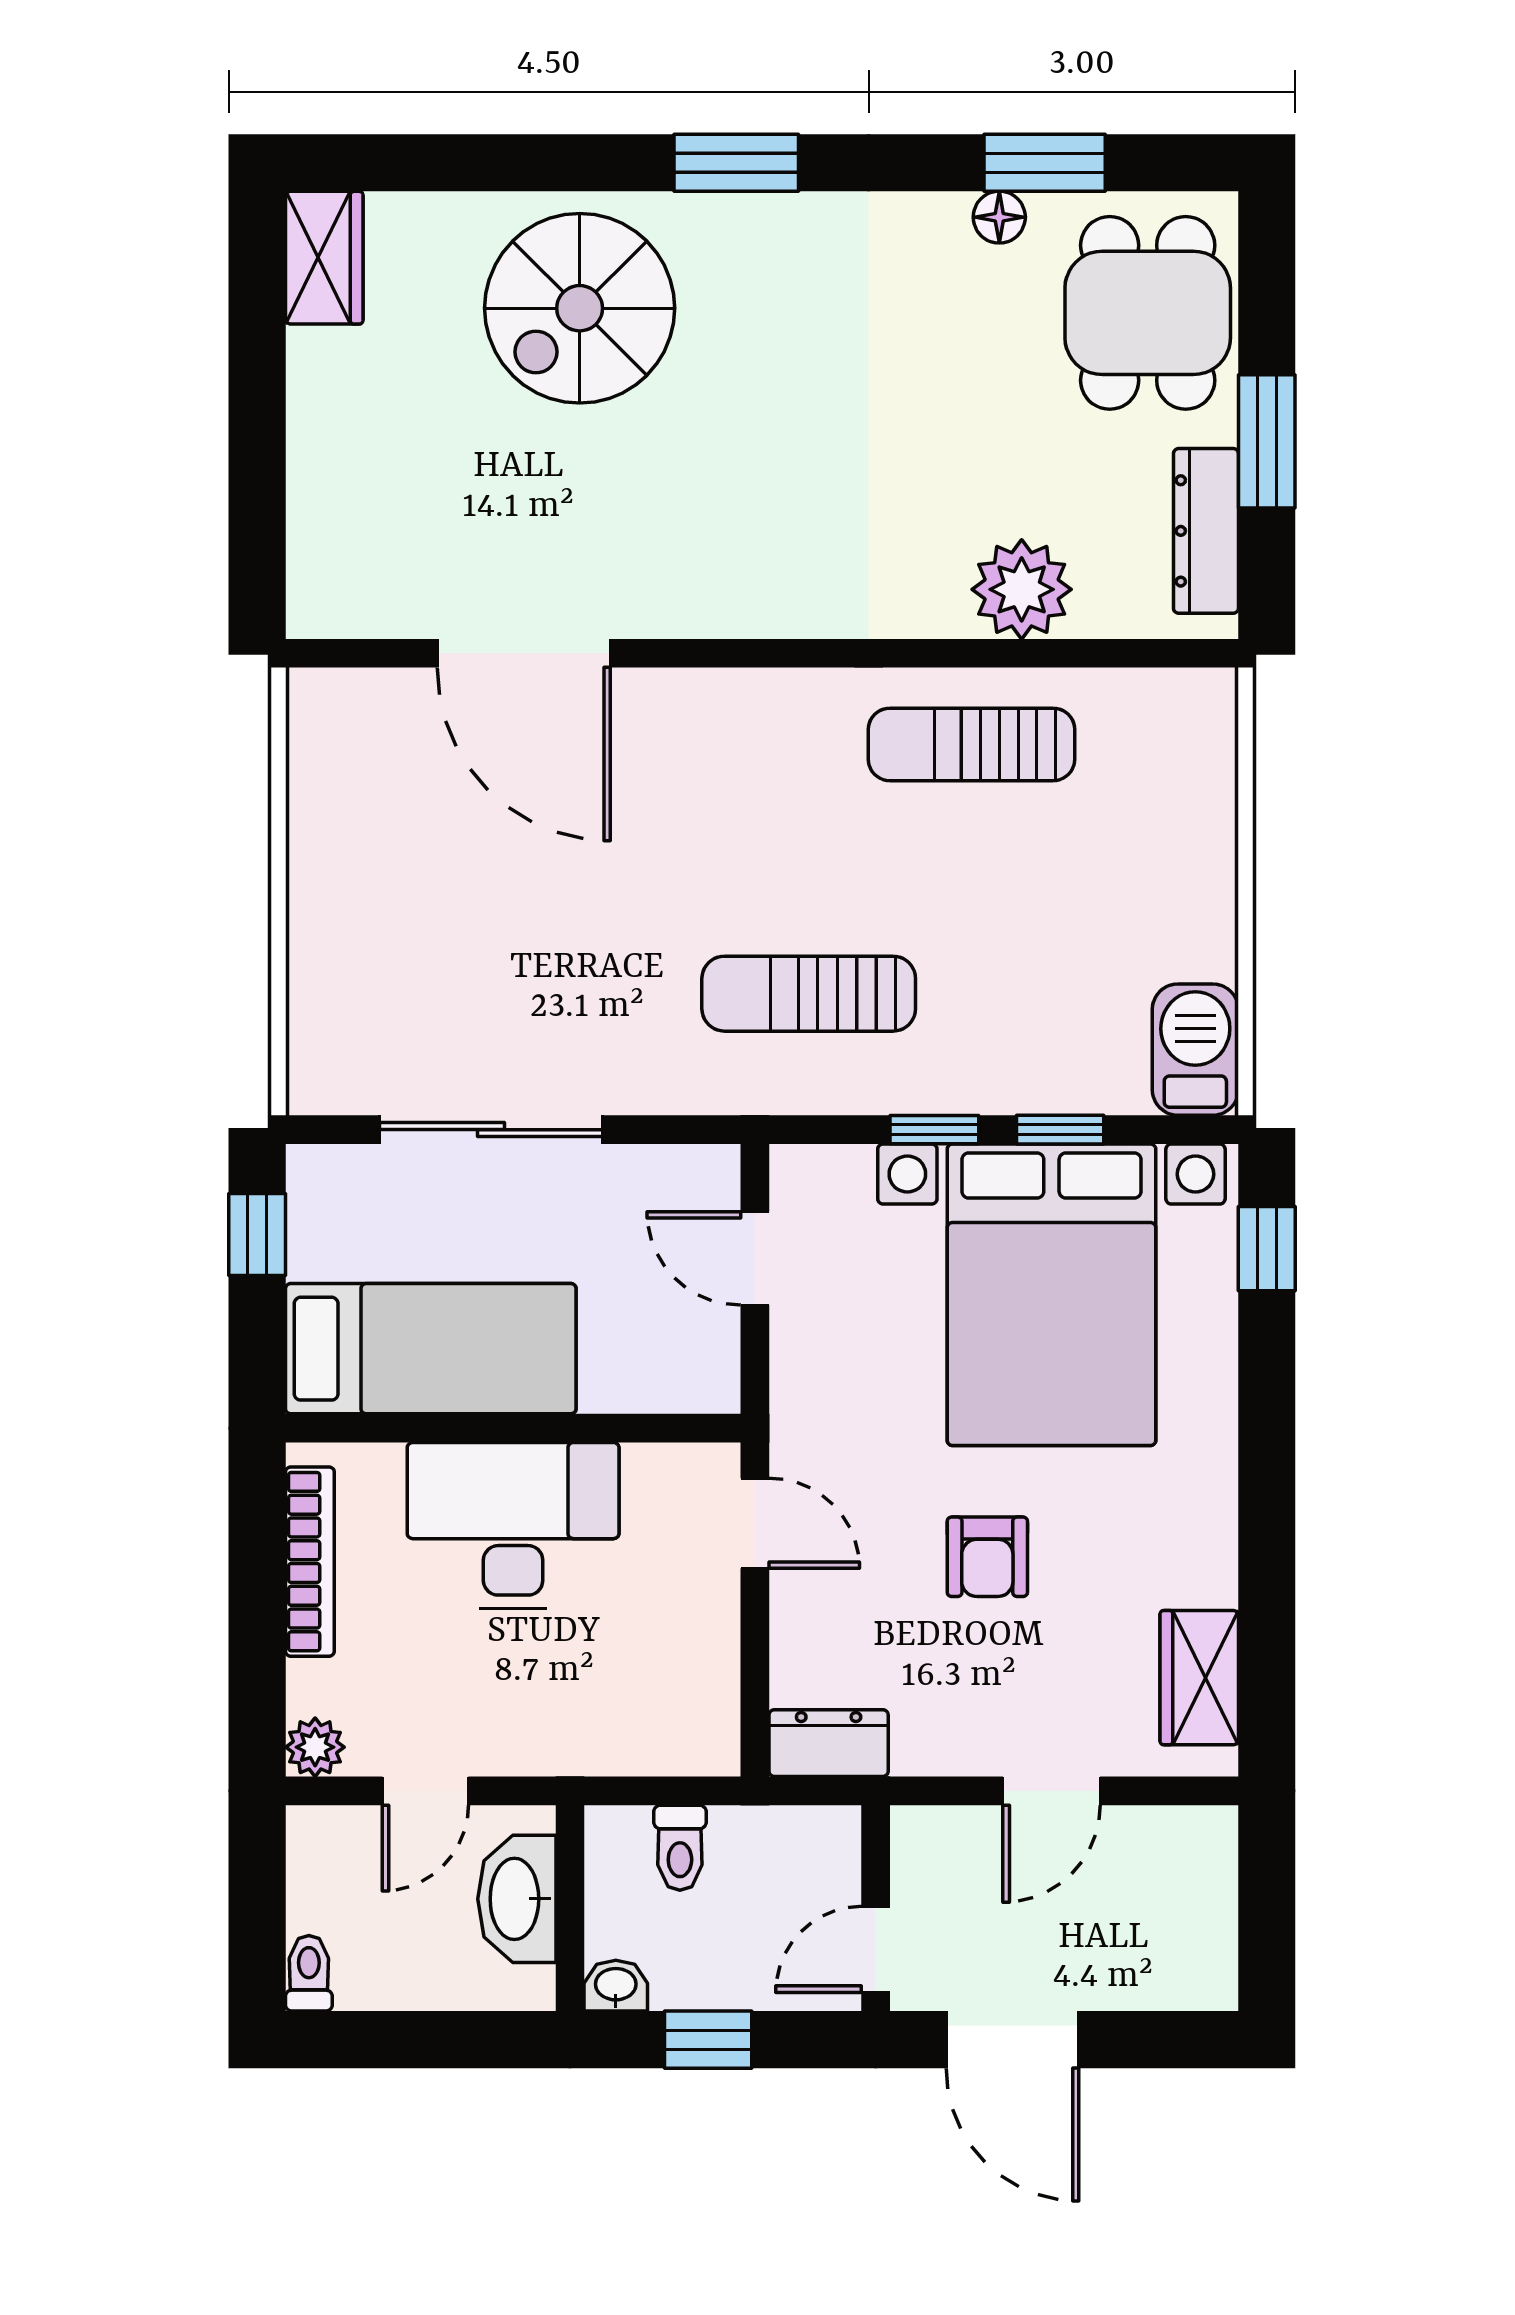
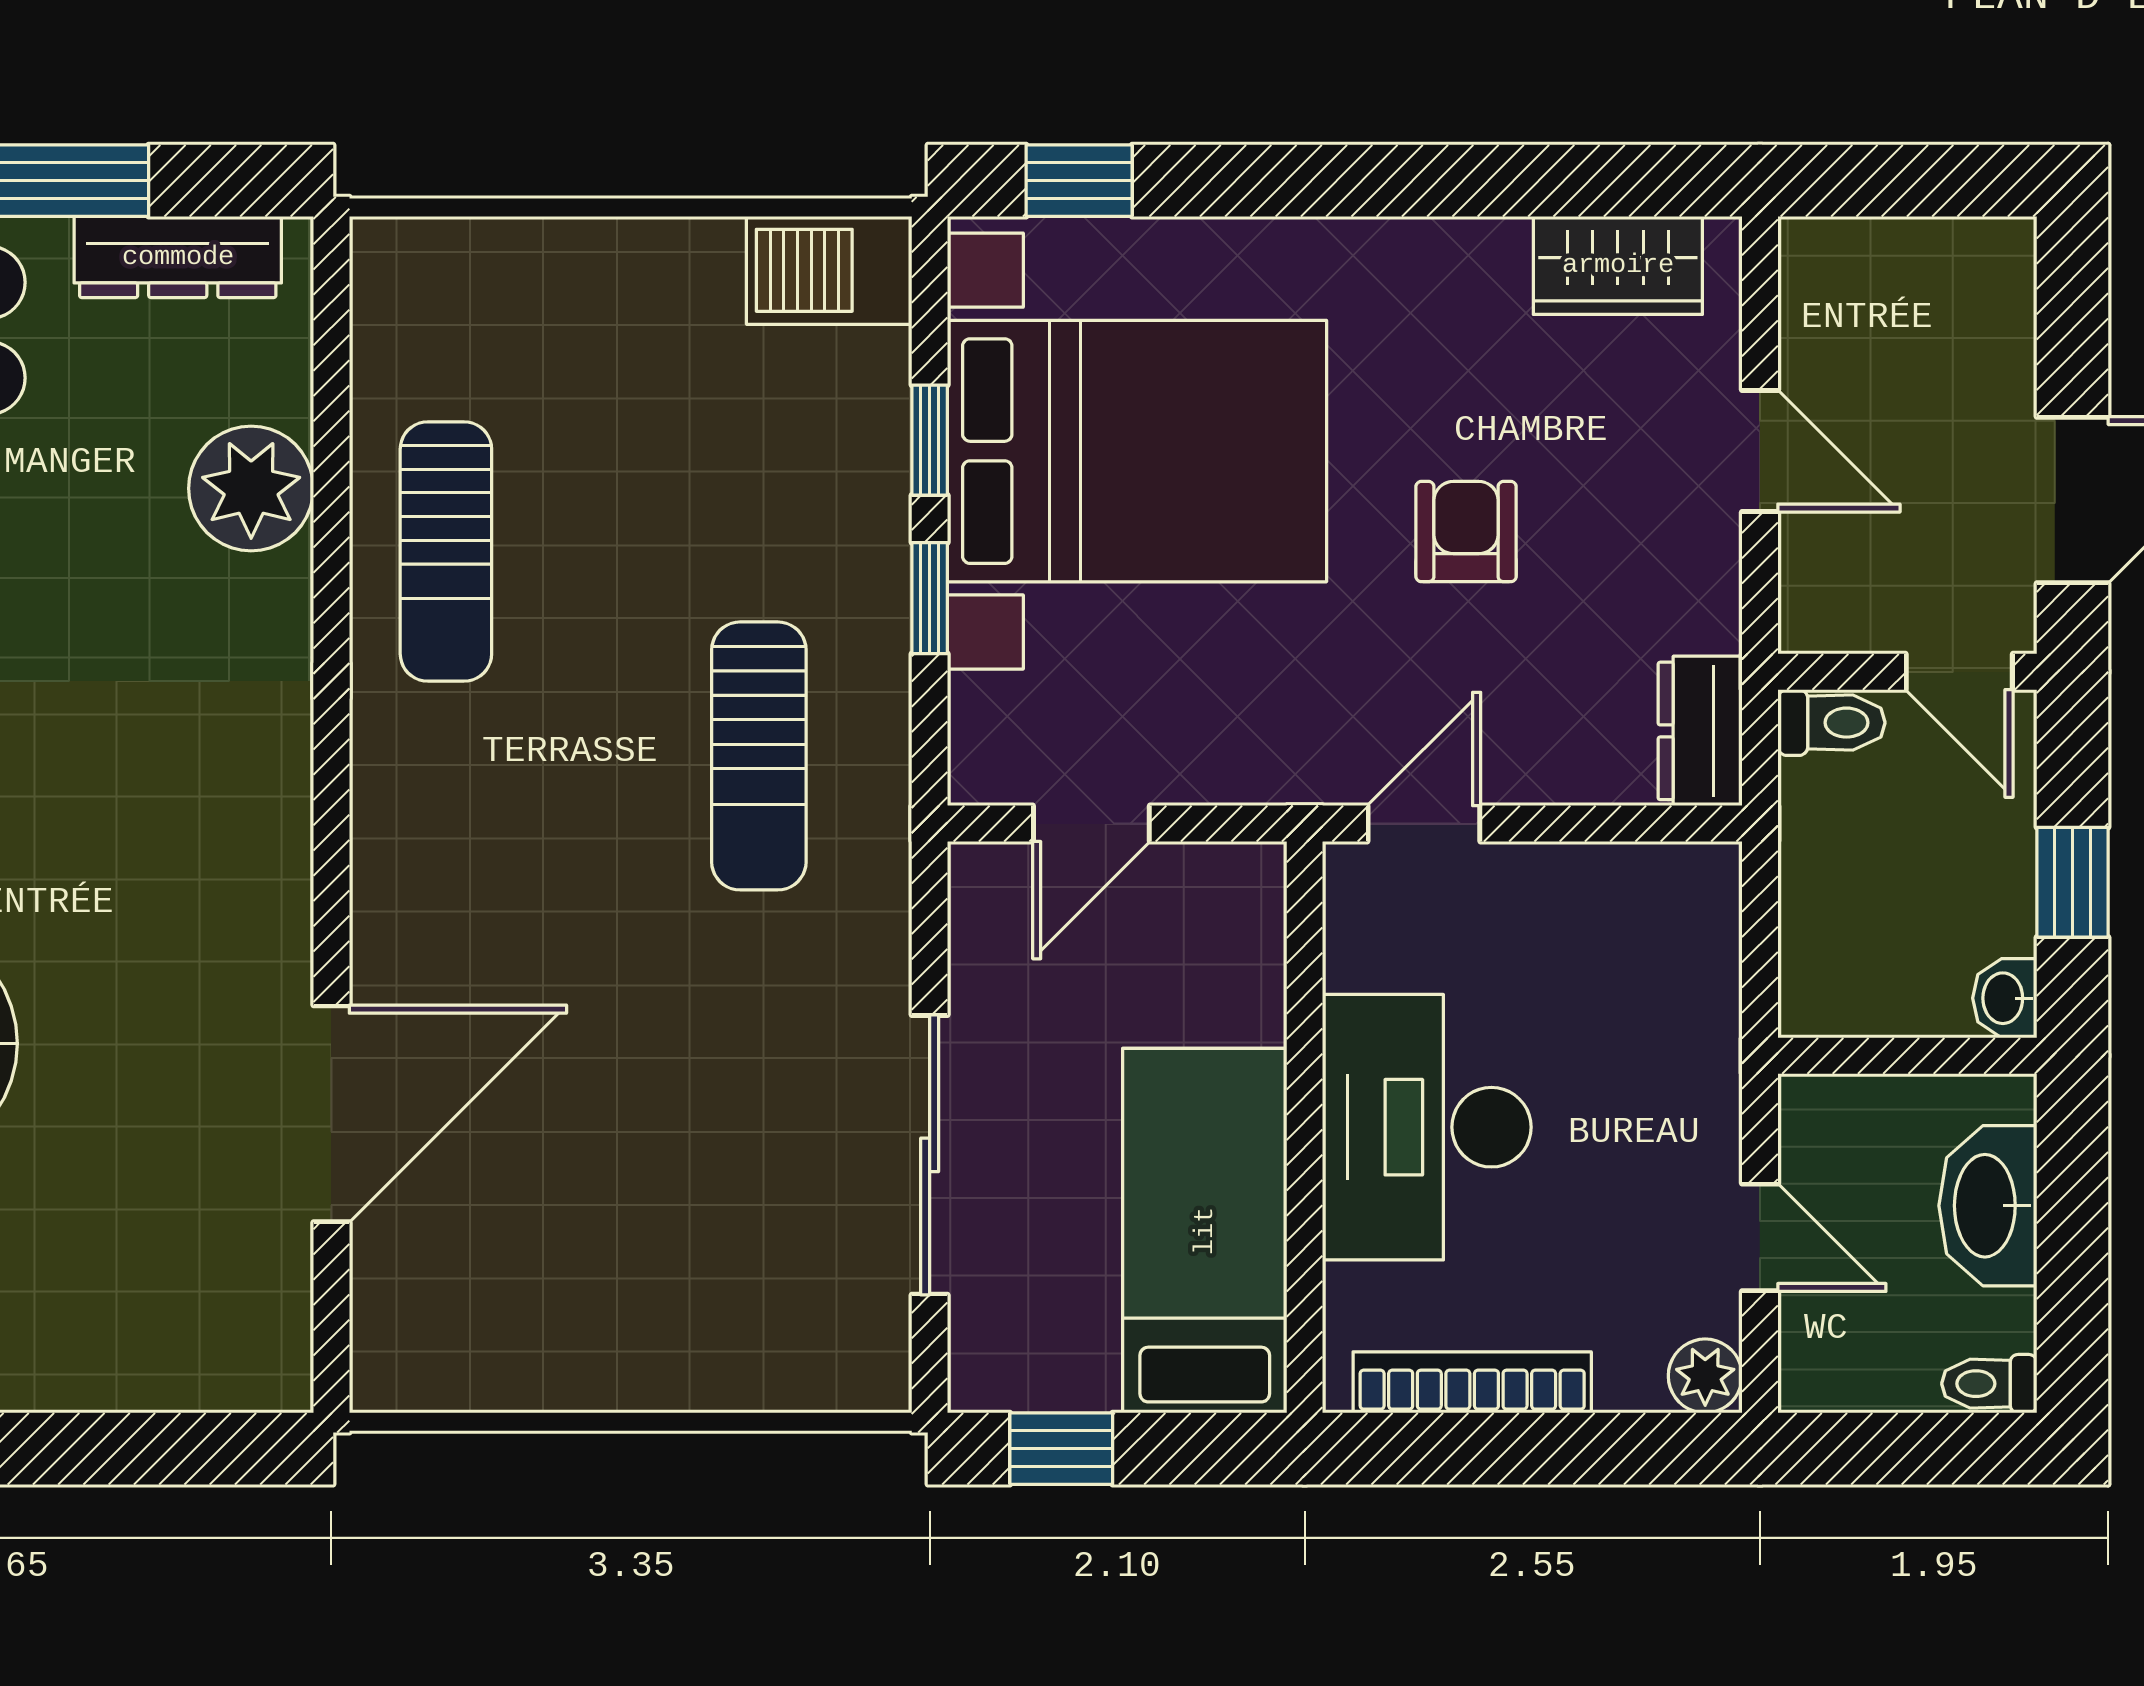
armchair: (987, 1557) -> (1466, 532), turned -90
toilet: (680, 1848) -> (1831, 723), moved
washbasin: (517, 1899) -> (1988, 1206), moved, turned 90

